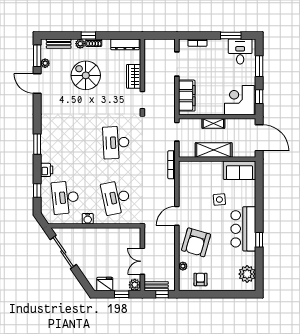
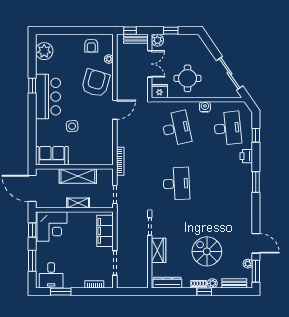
spiral stairs: (86, 75) -> (207, 251), turned 180
round table: (105, 247) -> (188, 78), added
fridge: (105, 284) -> (159, 91), moved, turned 180

